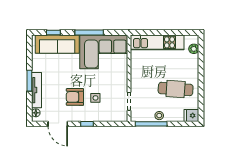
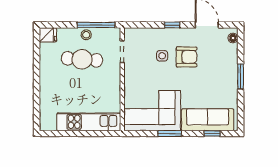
window: (89, 33) -> (170, 134), width x0.69
plant: (194, 49) -> (45, 114), removed
cafe table: (176, 89) -> (82, 59), moved
tv unit: (37, 90) -> (232, 65), removed

